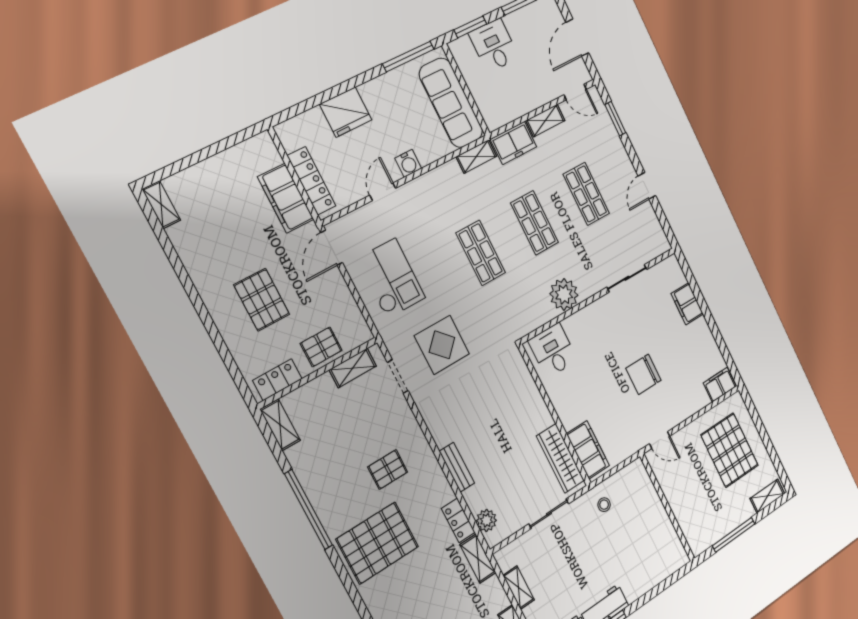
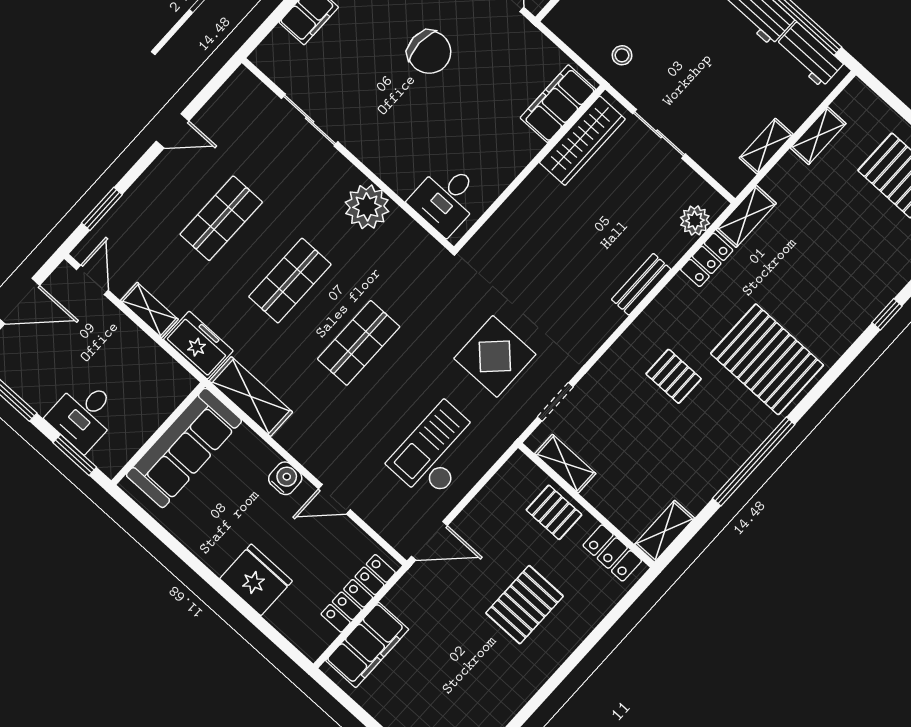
window: (408, 56) -> (151, 524), removed
shelving: (476, 157) -> (251, 397), width x1.50, depth x1.33
filing cabinet: (286, 198) -> (367, 645), moved

